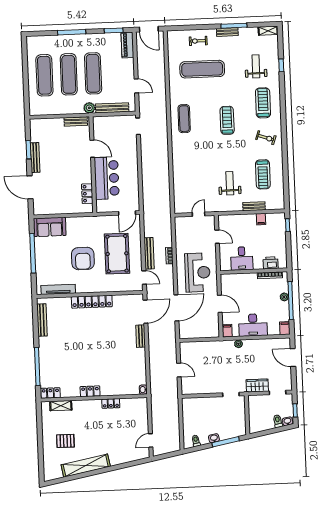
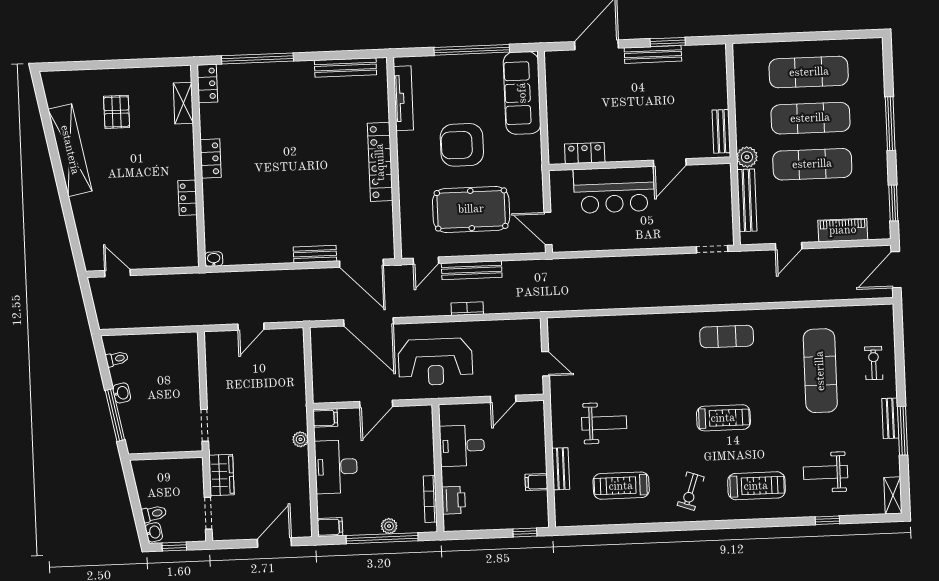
piano: (127, 45) -> (843, 230), moved
weight bench: (256, 66) -> (825, 472), turned 180
sofa: (50, 227) -> (522, 93), width x1.36

